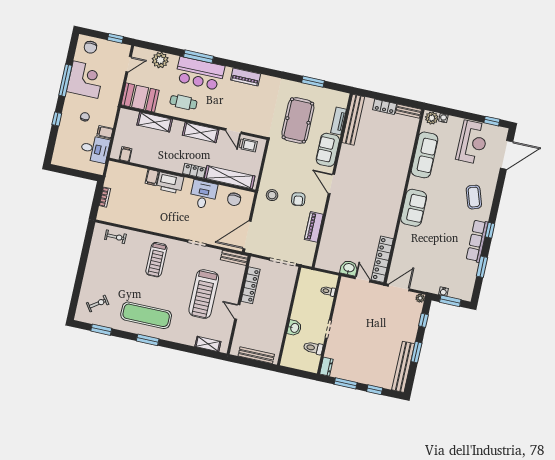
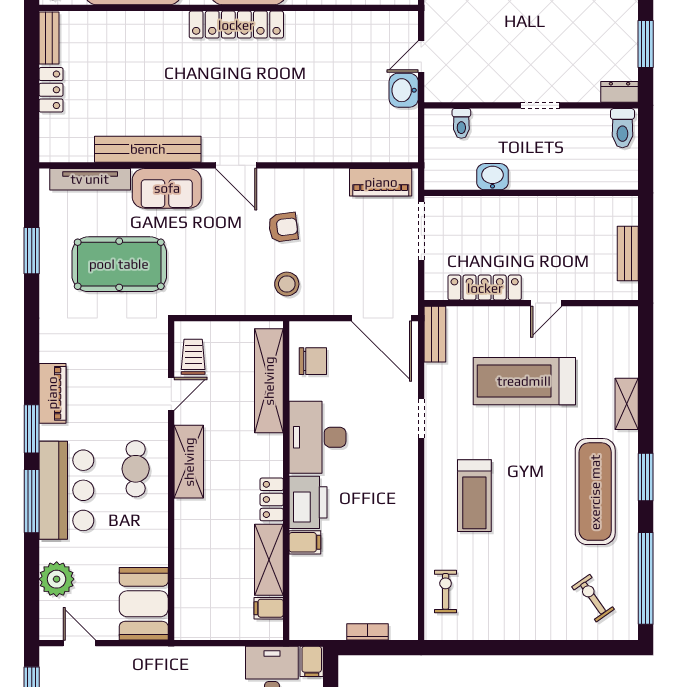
window: (231, 64) -> (32, 429), added
cafe table: (183, 102) -> (136, 469), moved
bench: (353, 120) -> (148, 149), moved
tv unit: (338, 121) -> (90, 179), width x1.41
shelving: (155, 122) -> (269, 560), moved
filing cabinet: (105, 132) -> (312, 661), moved
locker: (194, 171) -> (272, 499), moved
door: (331, 184) -> (236, 165), hinge flipped
desk: (203, 195) -> (317, 437), width x1.37
piano: (314, 227) -> (381, 182), moved
locker: (382, 259) -> (236, 25), moved
treadmill: (156, 260) -> (474, 496), turned 90
treadmill: (204, 294) -> (524, 381), turned 180
washbasin: (294, 328) -> (492, 177), moved
window: (101, 330) -> (646, 578), width x2.11
shelving: (208, 344) -> (627, 404), moved
toilet: (313, 348) -> (622, 128), moved
bench: (256, 355) -> (628, 254), width x0.73

